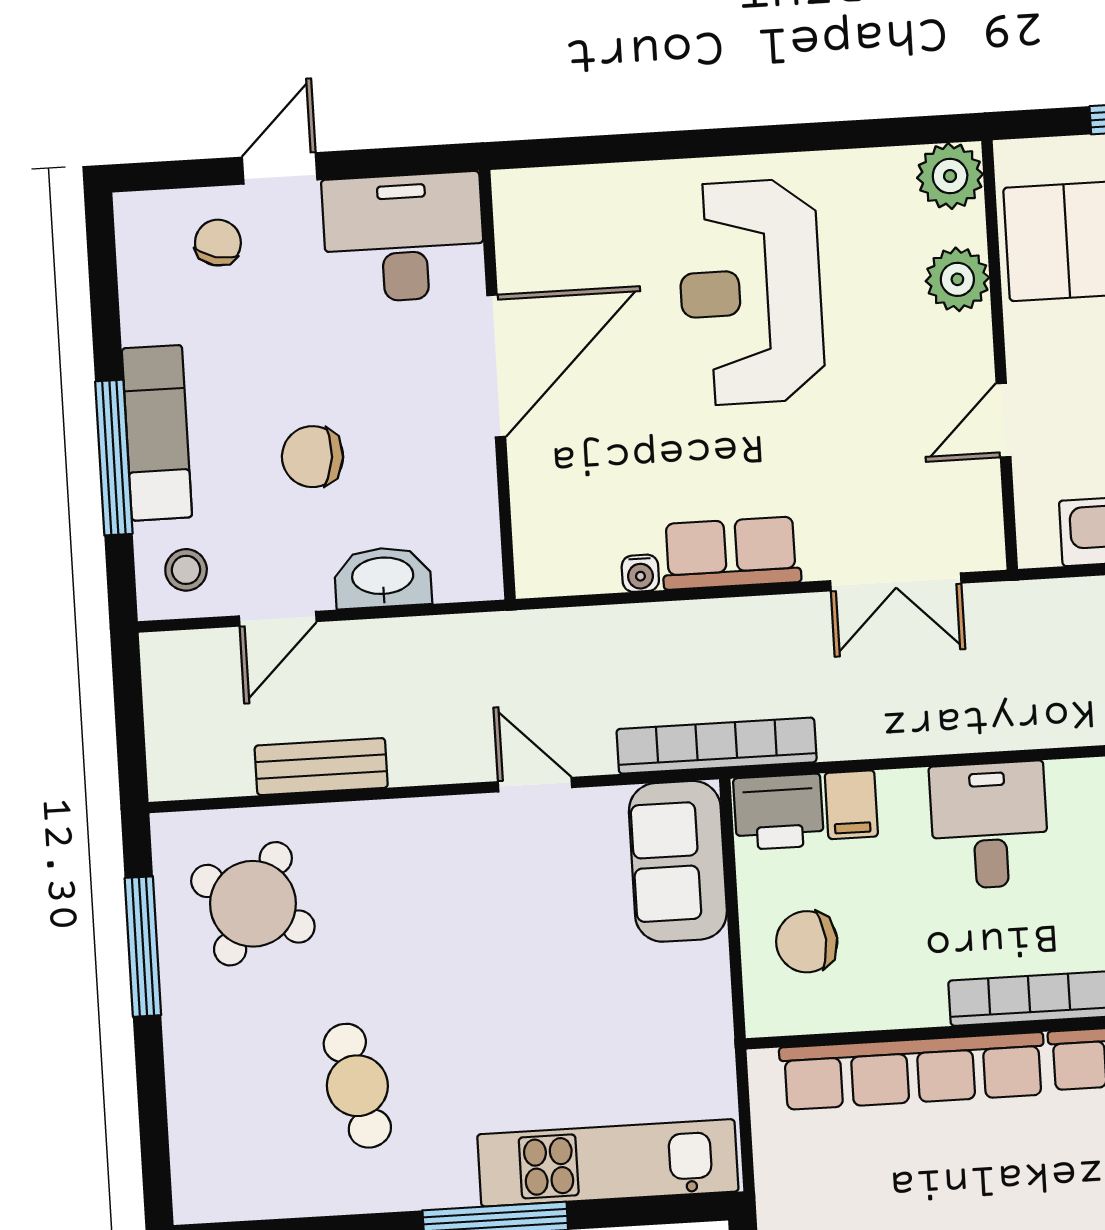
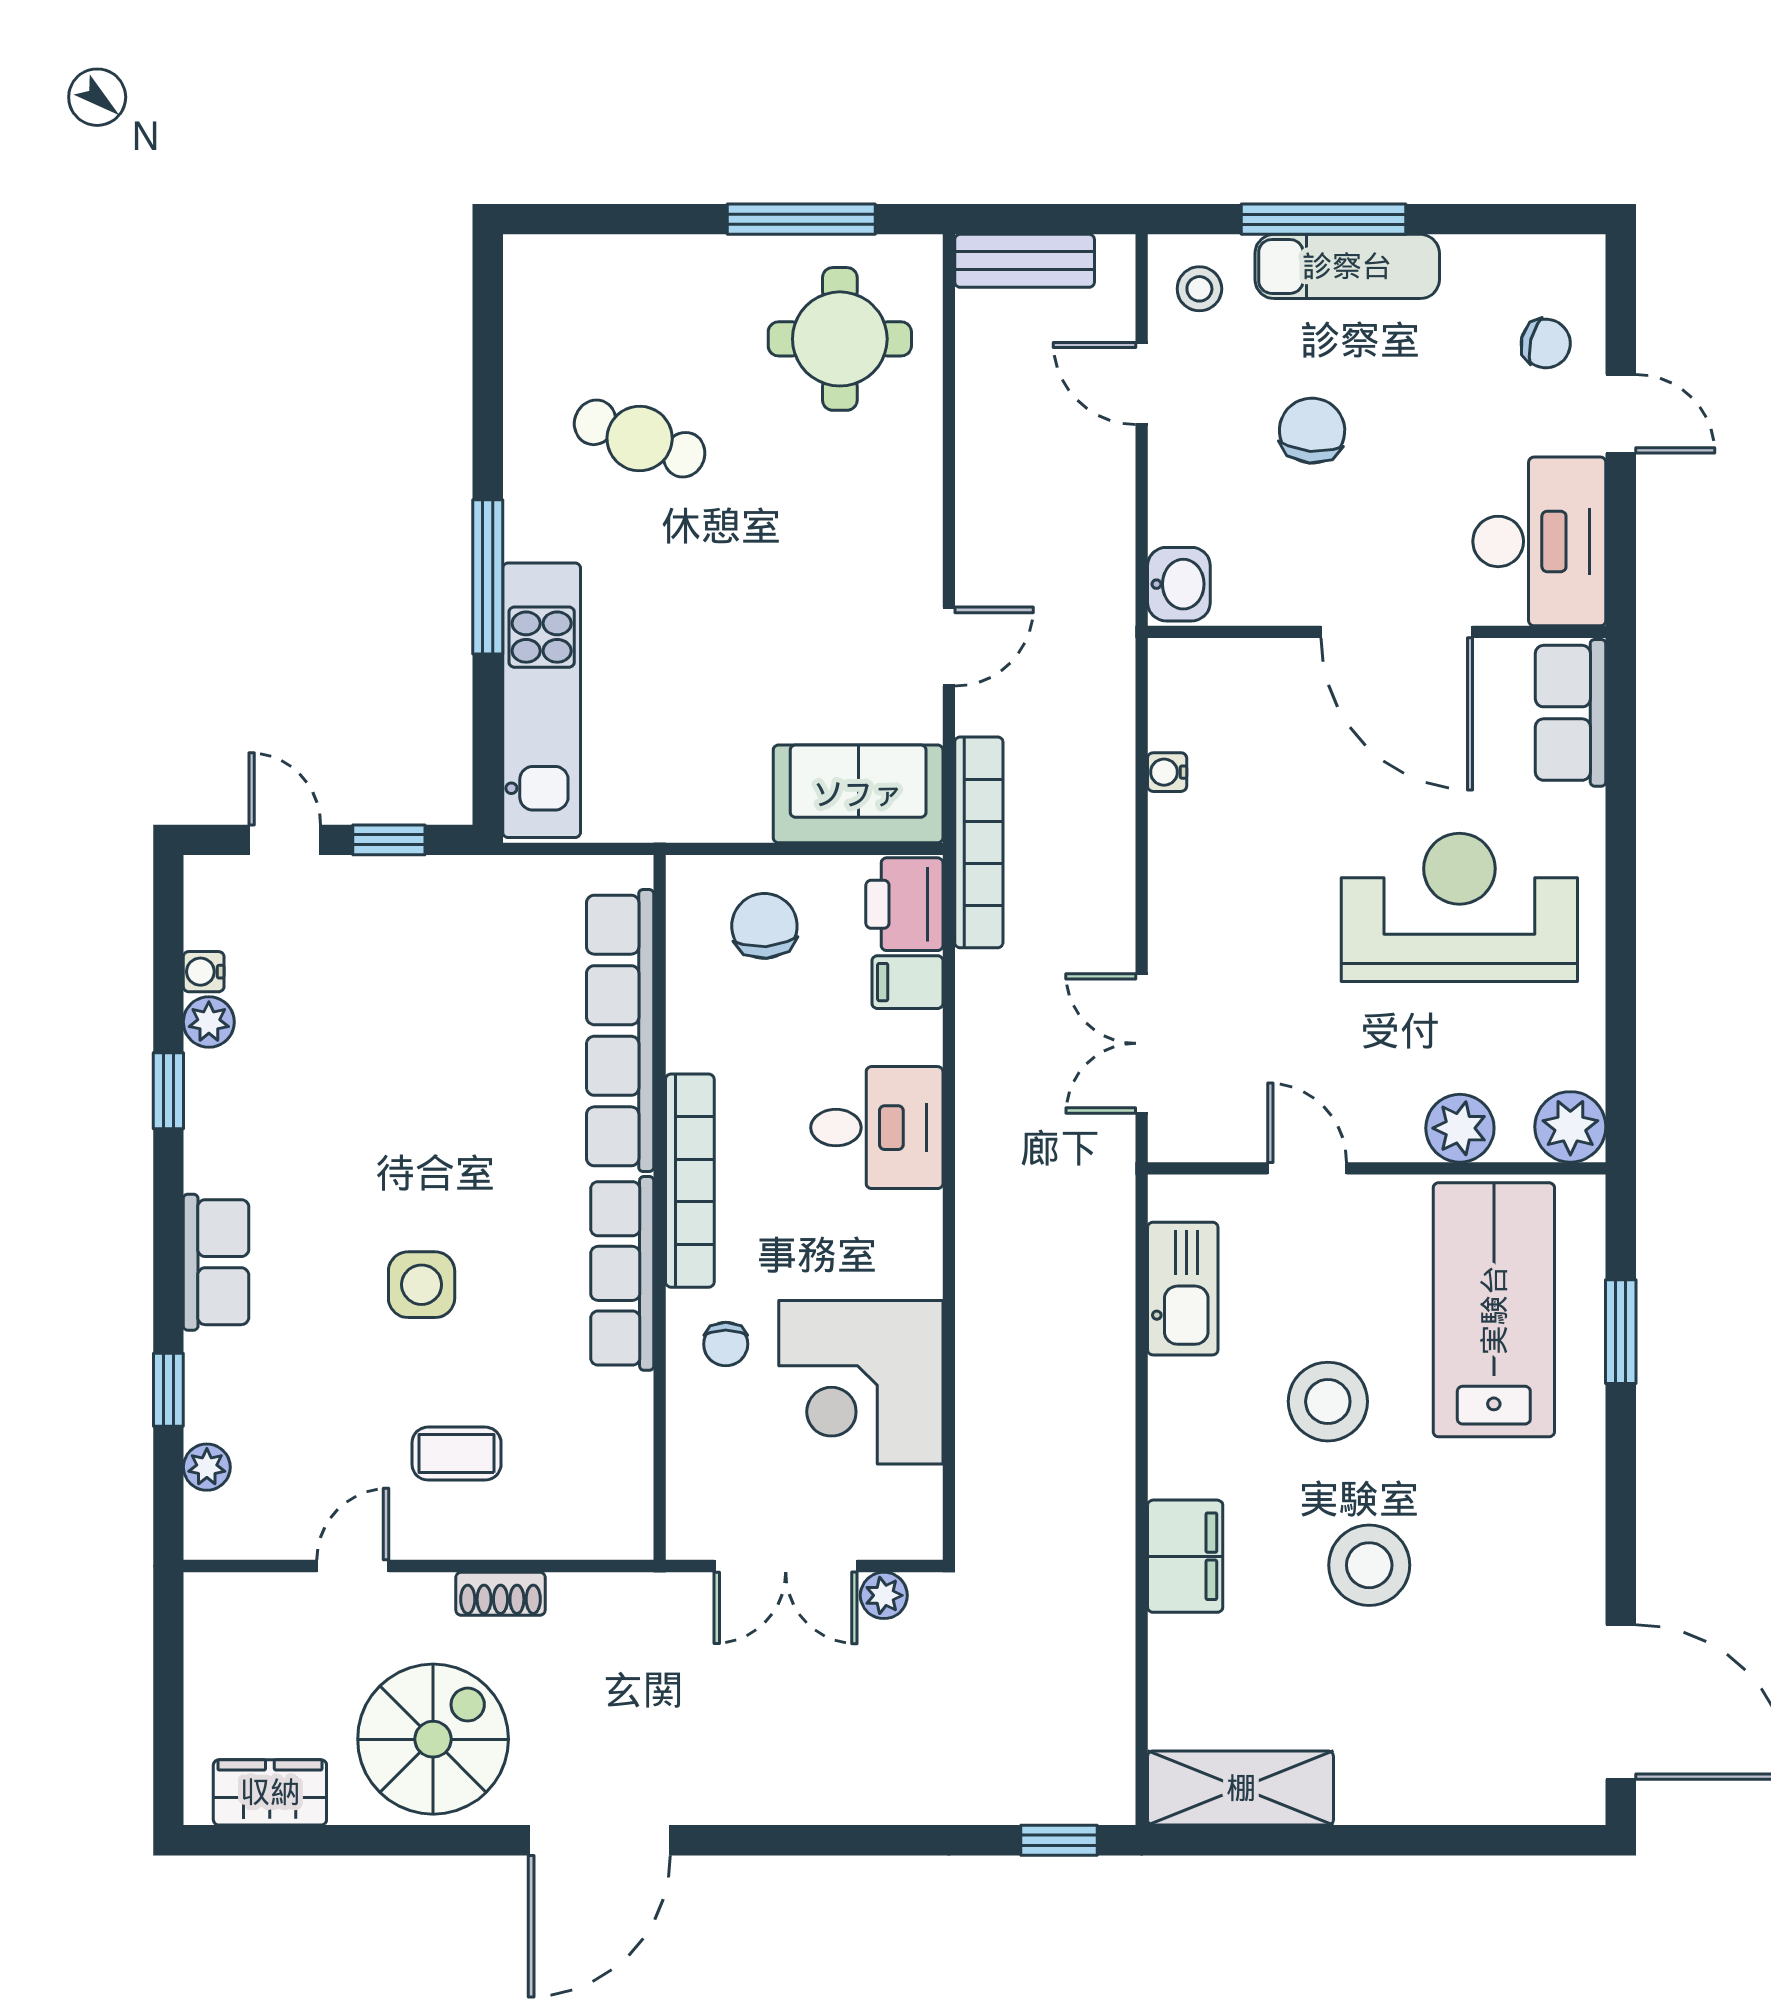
row of seats: (731, 553) -> (1571, 713), moved, turned 180
washbasin: (383, 577) -> (1179, 584), moved, width x0.72
bench: (321, 767) -> (1025, 261), moved, turned 90
round table: (253, 904) -> (840, 339), turned -30
cafe table: (357, 1086) -> (640, 439), turned 33

